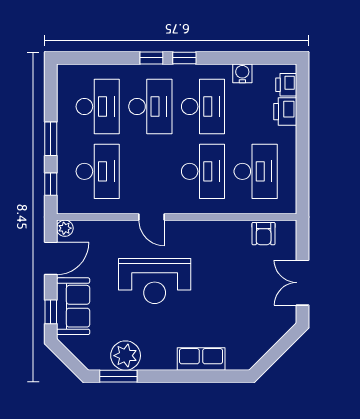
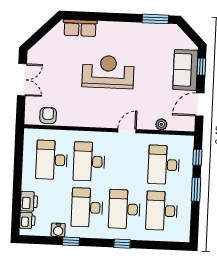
window: (184, 58) -> (71, 241), moved
door: (152, 217) -> (127, 131), hinge flipped
plant: (65, 228) -> (161, 124), moved
reception desk: (155, 281) -> (108, 72), moved
plant: (126, 356) -> (150, 33), removed
row of seats: (201, 359) -> (80, 28), moved

